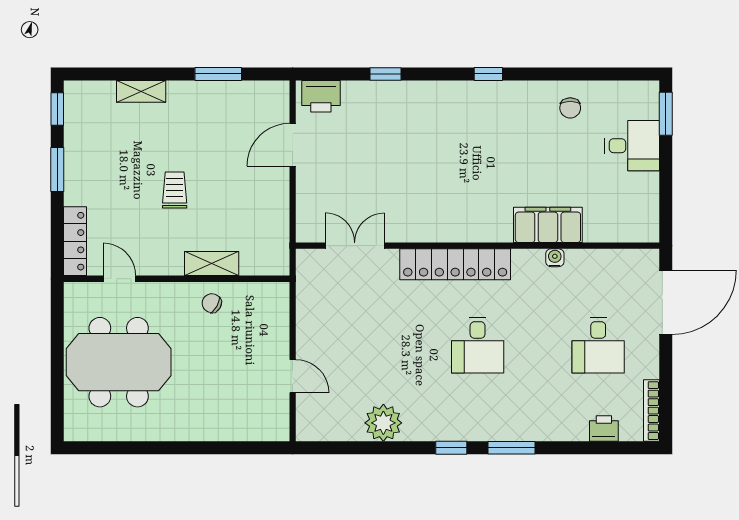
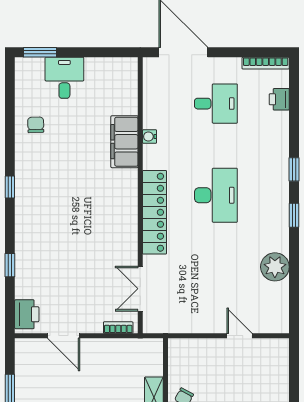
chair: (570, 108) -> (36, 125), turned -92
bookcase: (303, 217) -> (118, 328), added
desk: (478, 345) -> (216, 195), width x1.37
door: (293, 376) -> (239, 336), hinge flipped
window: (512, 448) -> (294, 169), width x0.67

